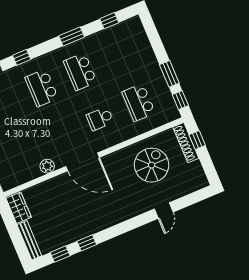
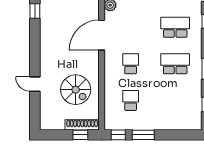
school desk: (139, 102) -> (131, 100), width x0.54

